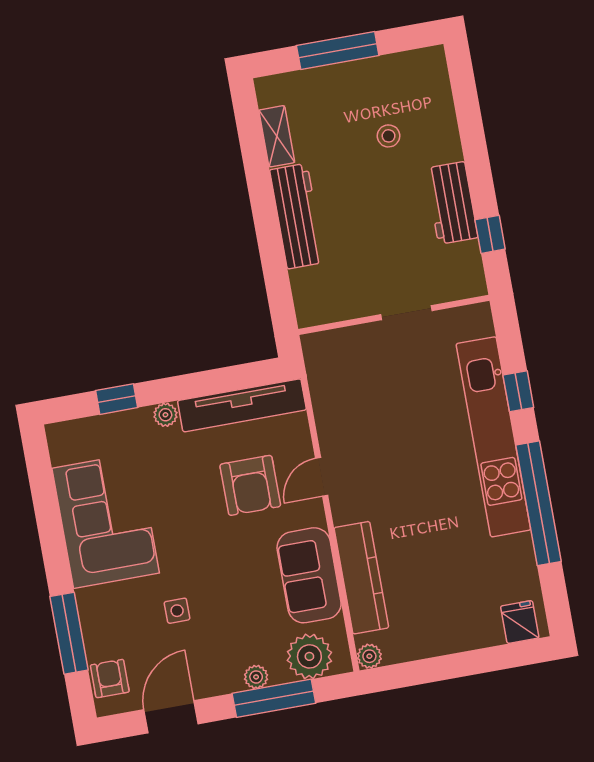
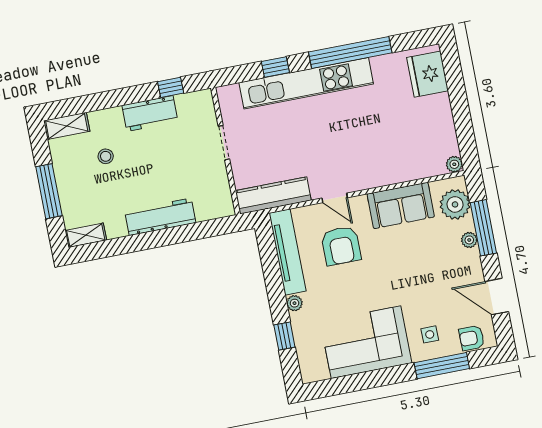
shelving: (435, 78) -> (67, 126), added
shelving: (277, 136) -> (86, 235), moved
armchair: (250, 485) -> (341, 246), turned 90
kitchen counter: (361, 578) -> (273, 195), moved
side table: (177, 611) -> (430, 334), moved
fridge: (520, 622) -> (428, 74), width x1.88, depth x1.34

